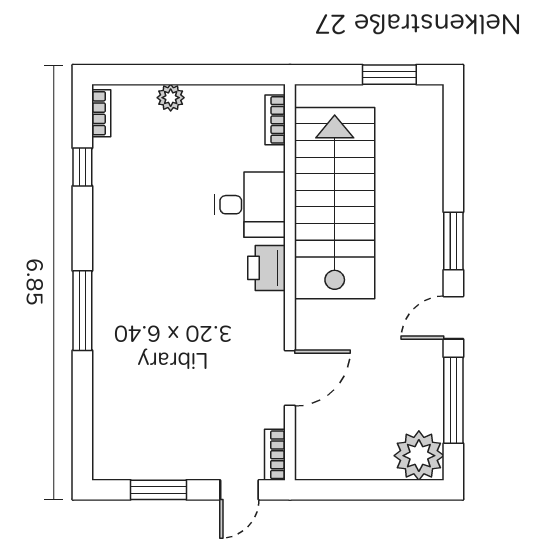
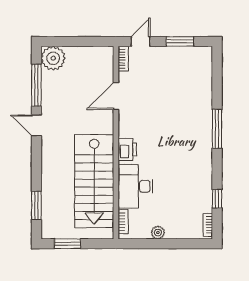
plant: (171, 98) -> (158, 232), moved
desk: (250, 205) -> (135, 186), width x1.37
window: (453, 241) -> (36, 206), moved
door: (453, 318) -> (36, 125), swing flipped

